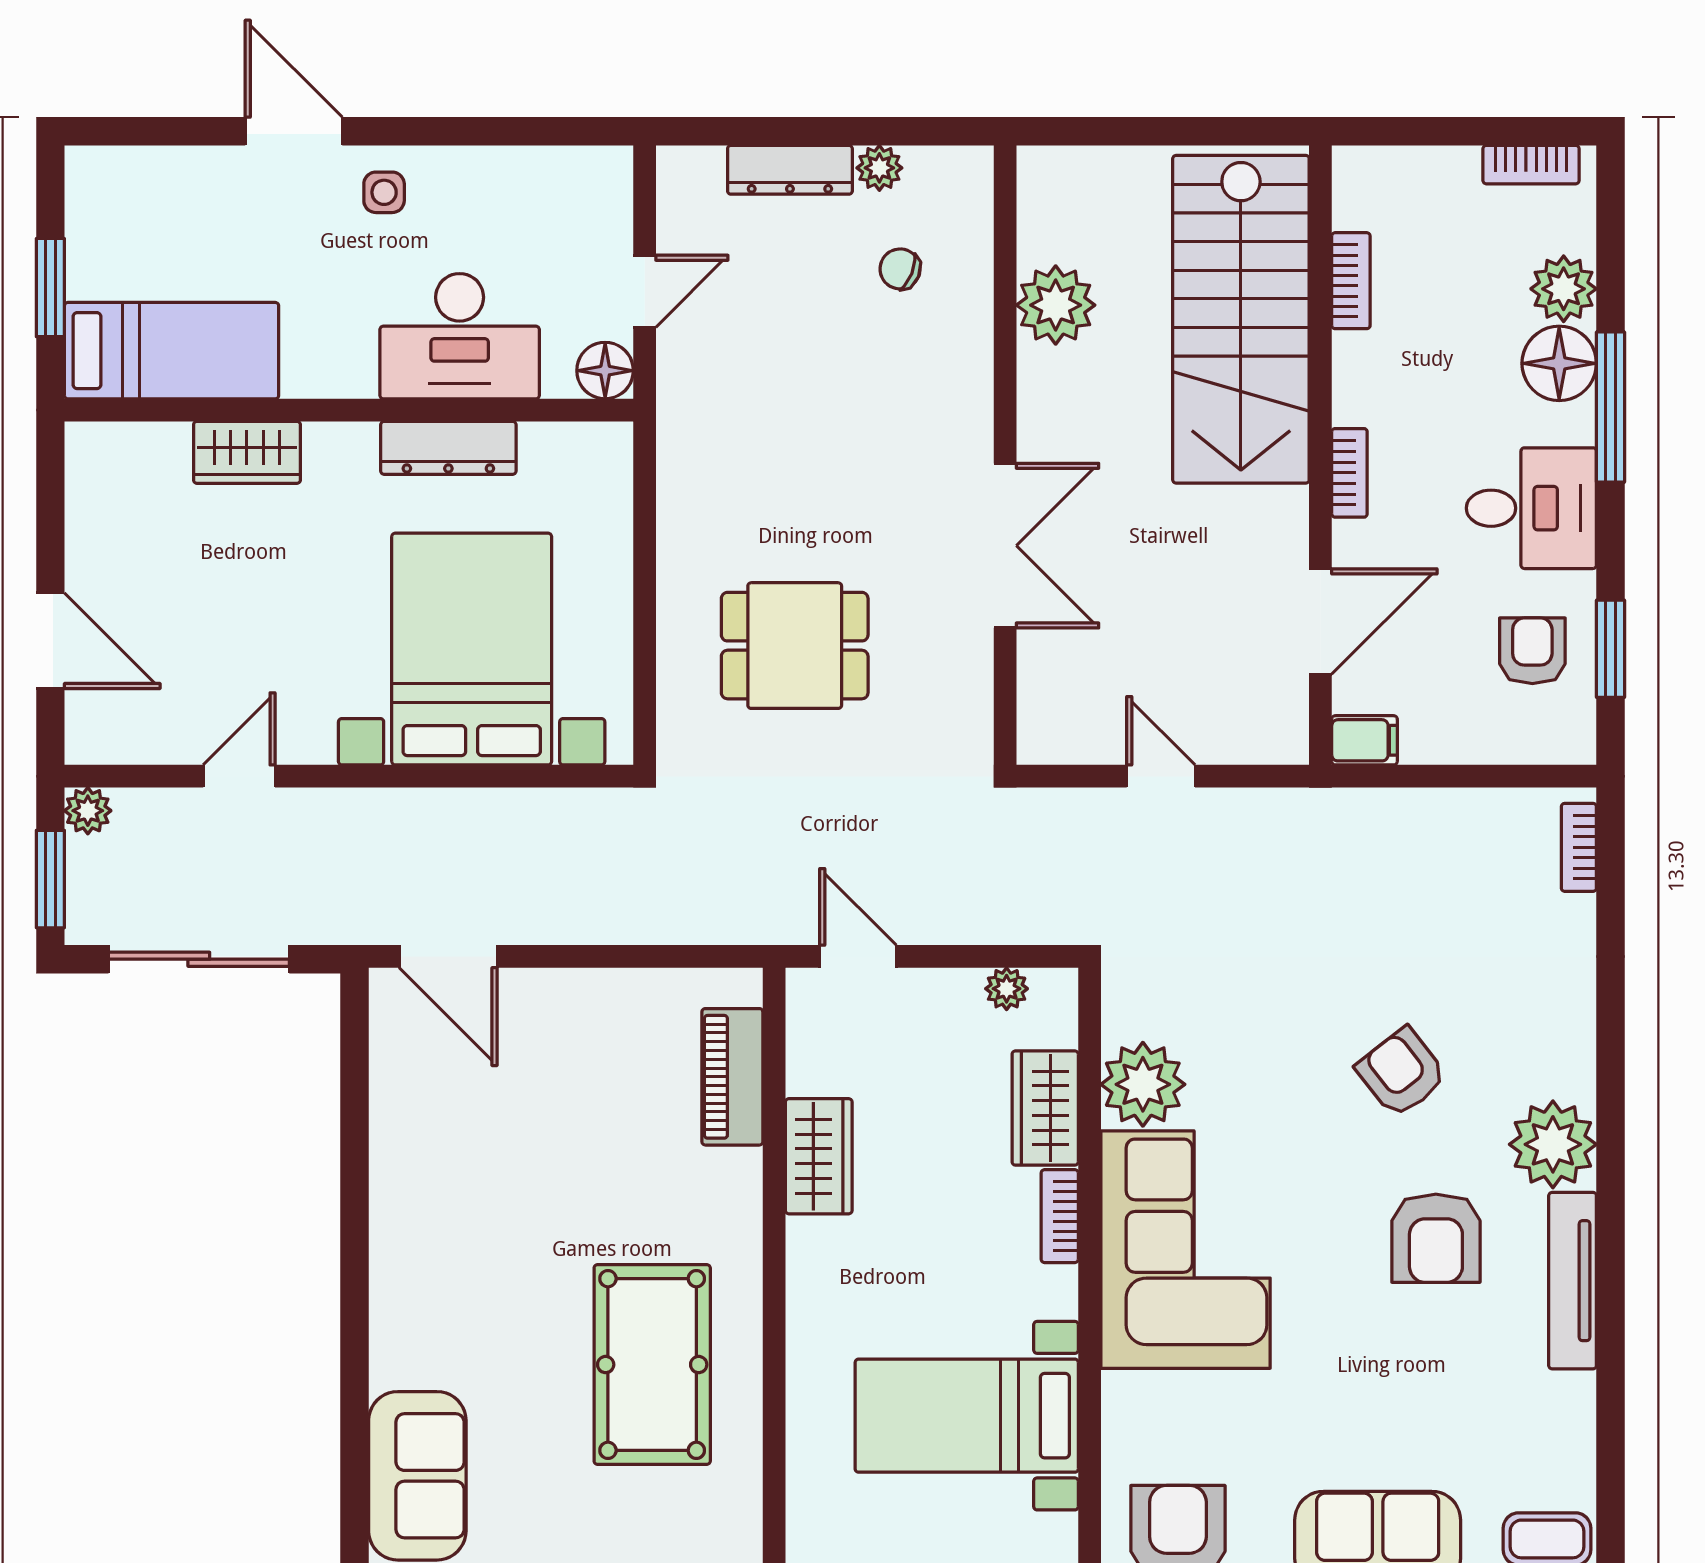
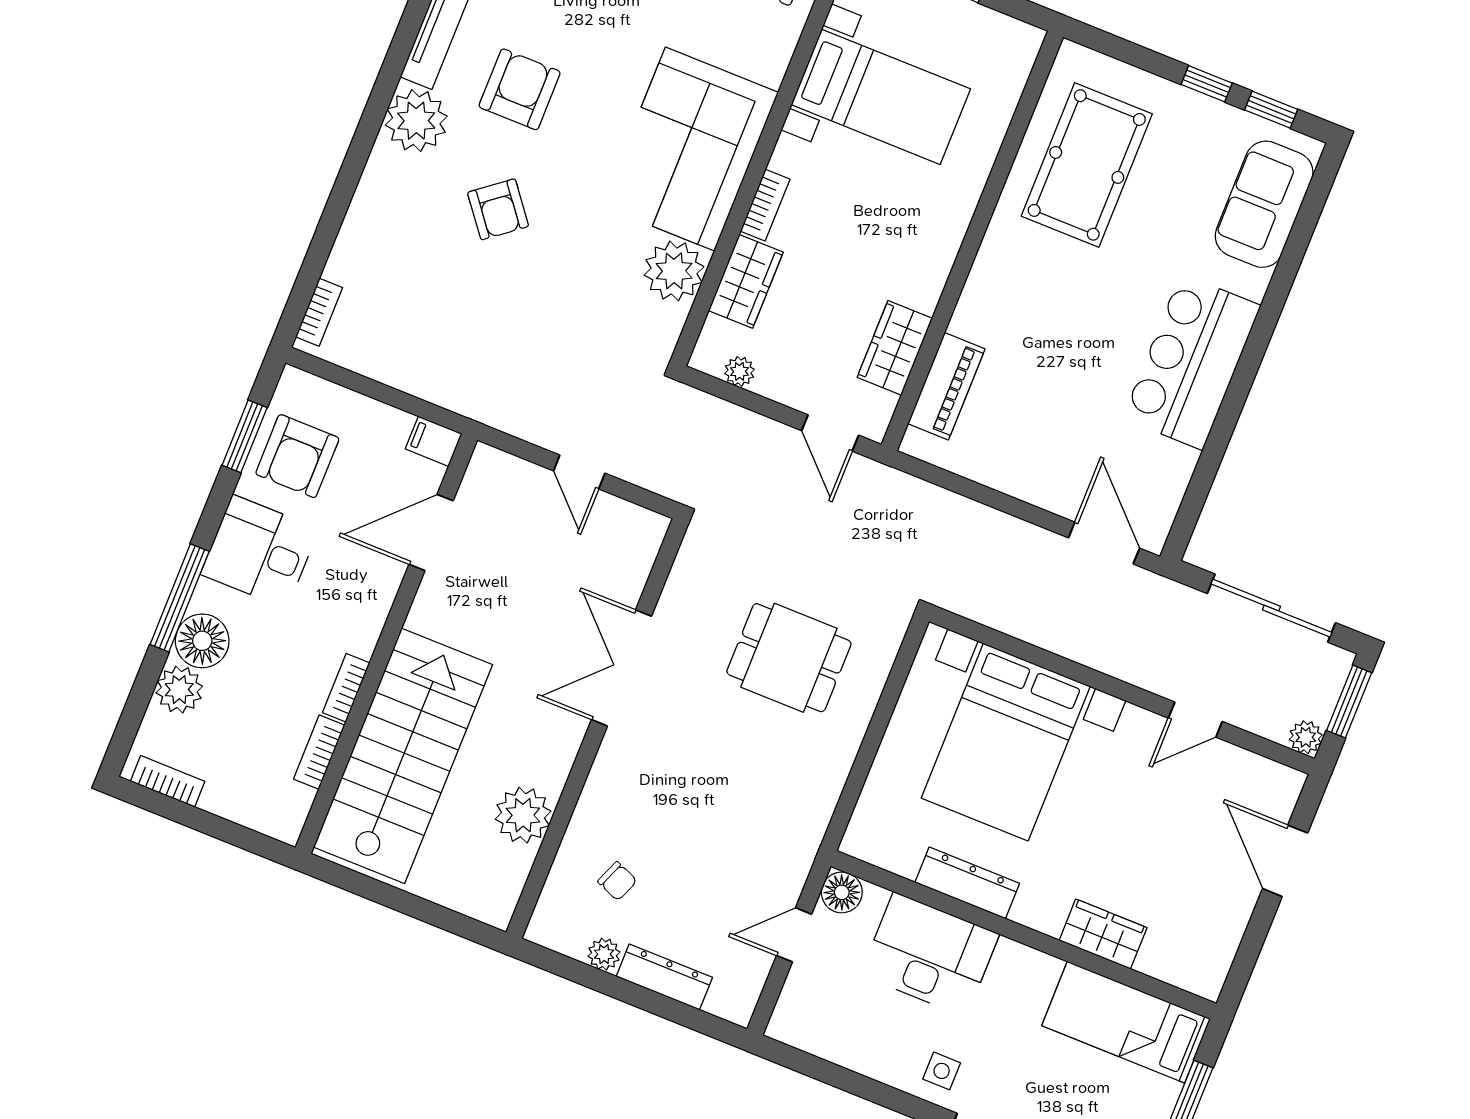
bookcase: (1349, 473) -> (346, 688), moved
armchair: (1532, 651) -> (297, 456), width x1.38, depth x1.38
wardrobe: (819, 1156) -> (895, 348), moved
bar counter: (429, 1235) -> (1192, 362), added
pool table: (652, 1365) -> (1087, 165), moved

